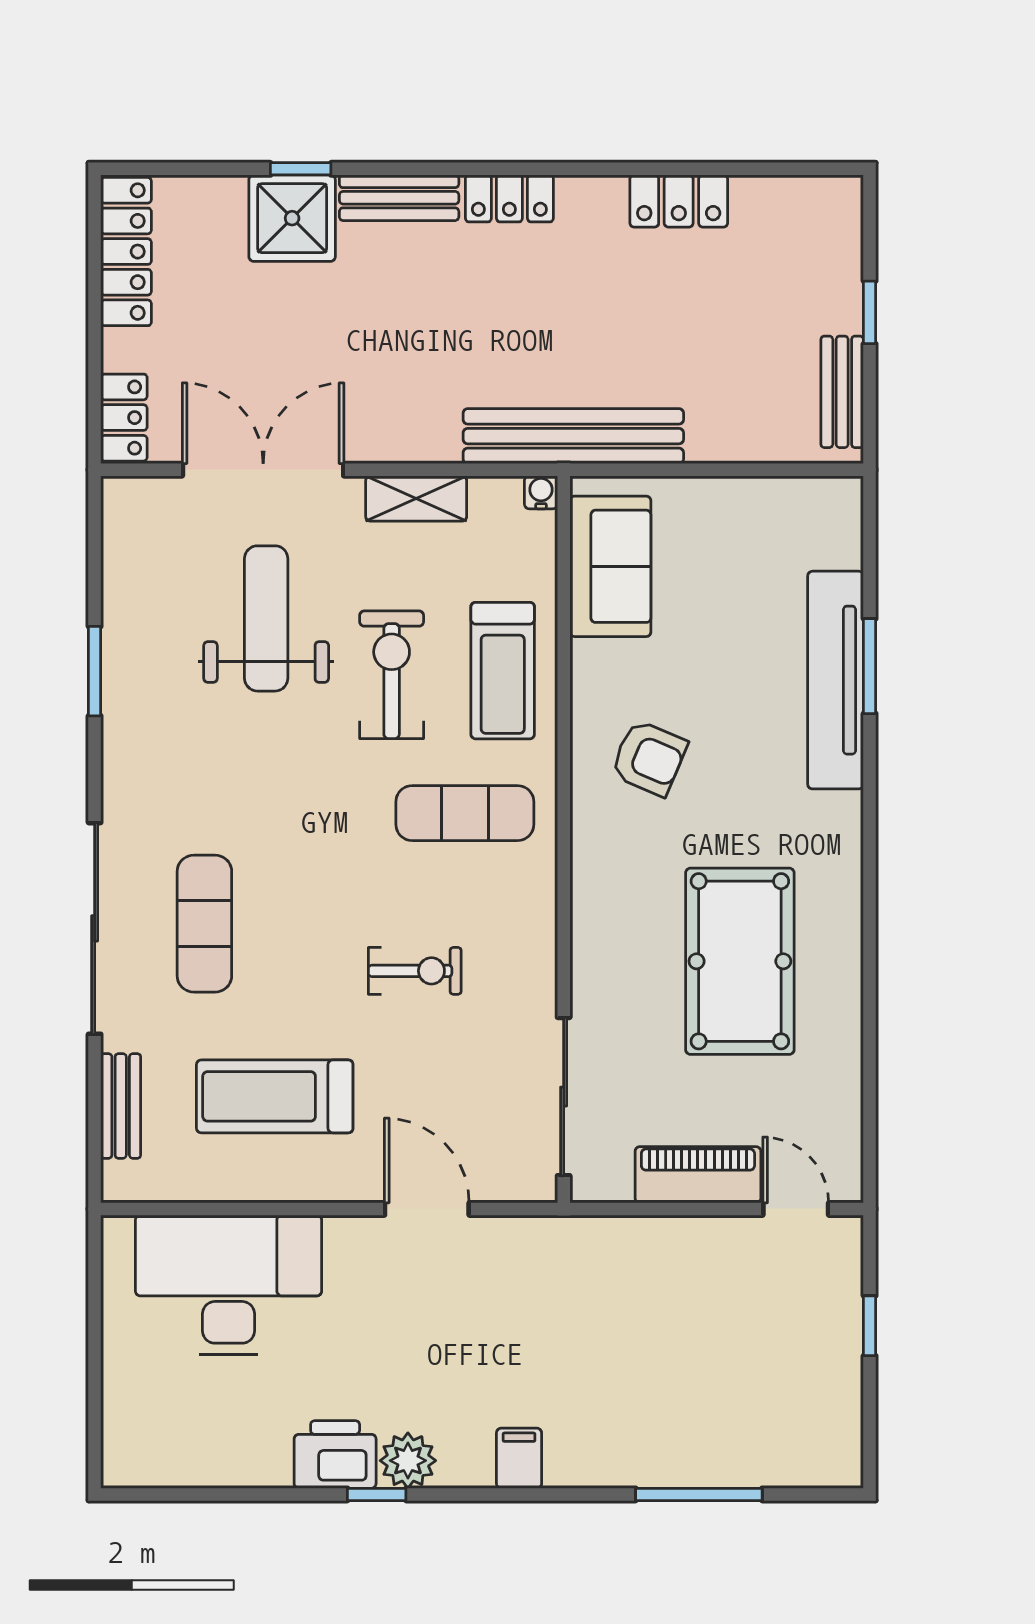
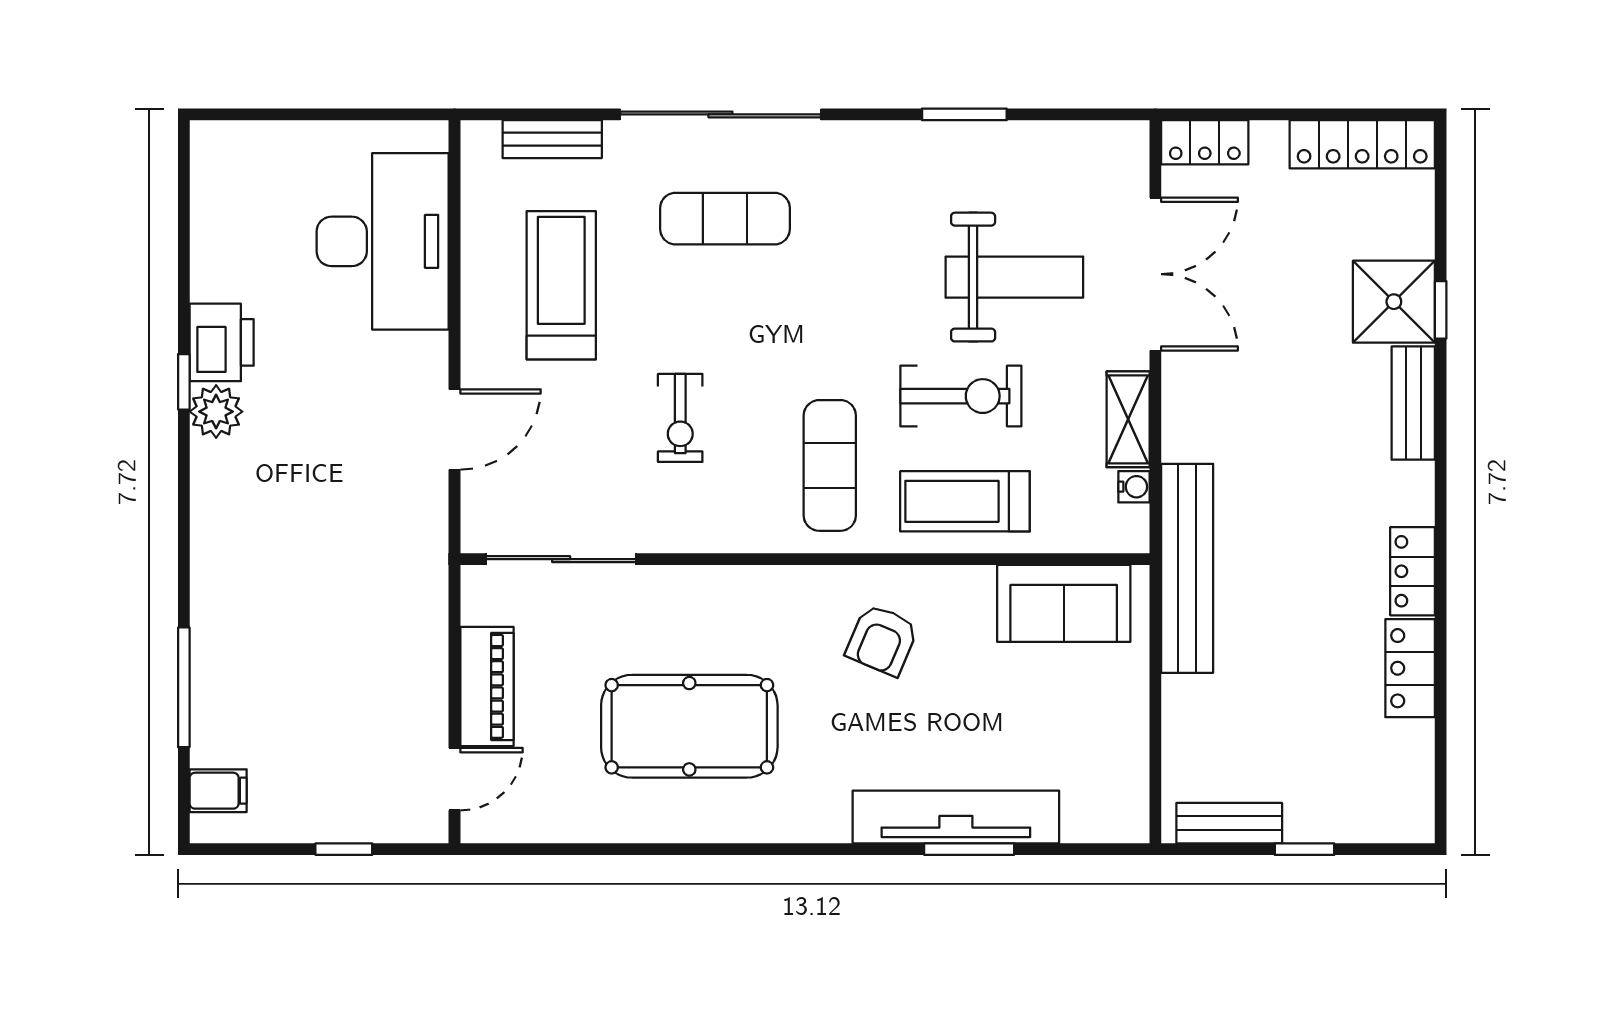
locker: (509, 198) -> (1413, 571), moved
water cooler: (541, 492) -> (1134, 487), moved
filing cabinet: (519, 1458) -> (218, 791), moved

